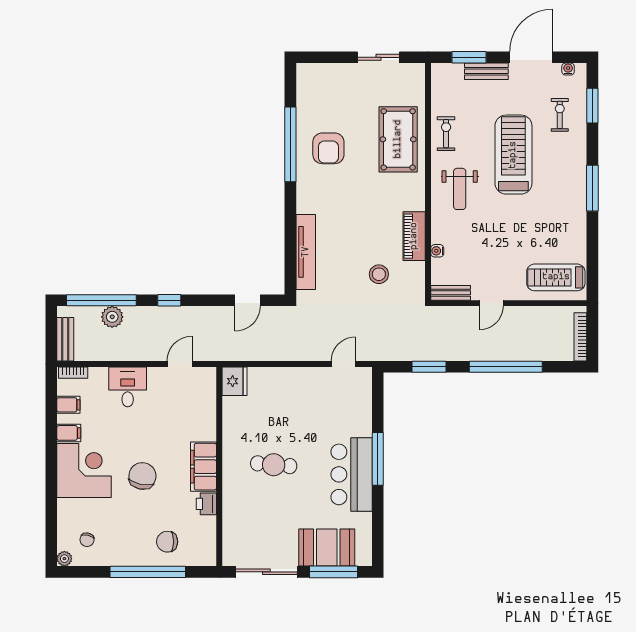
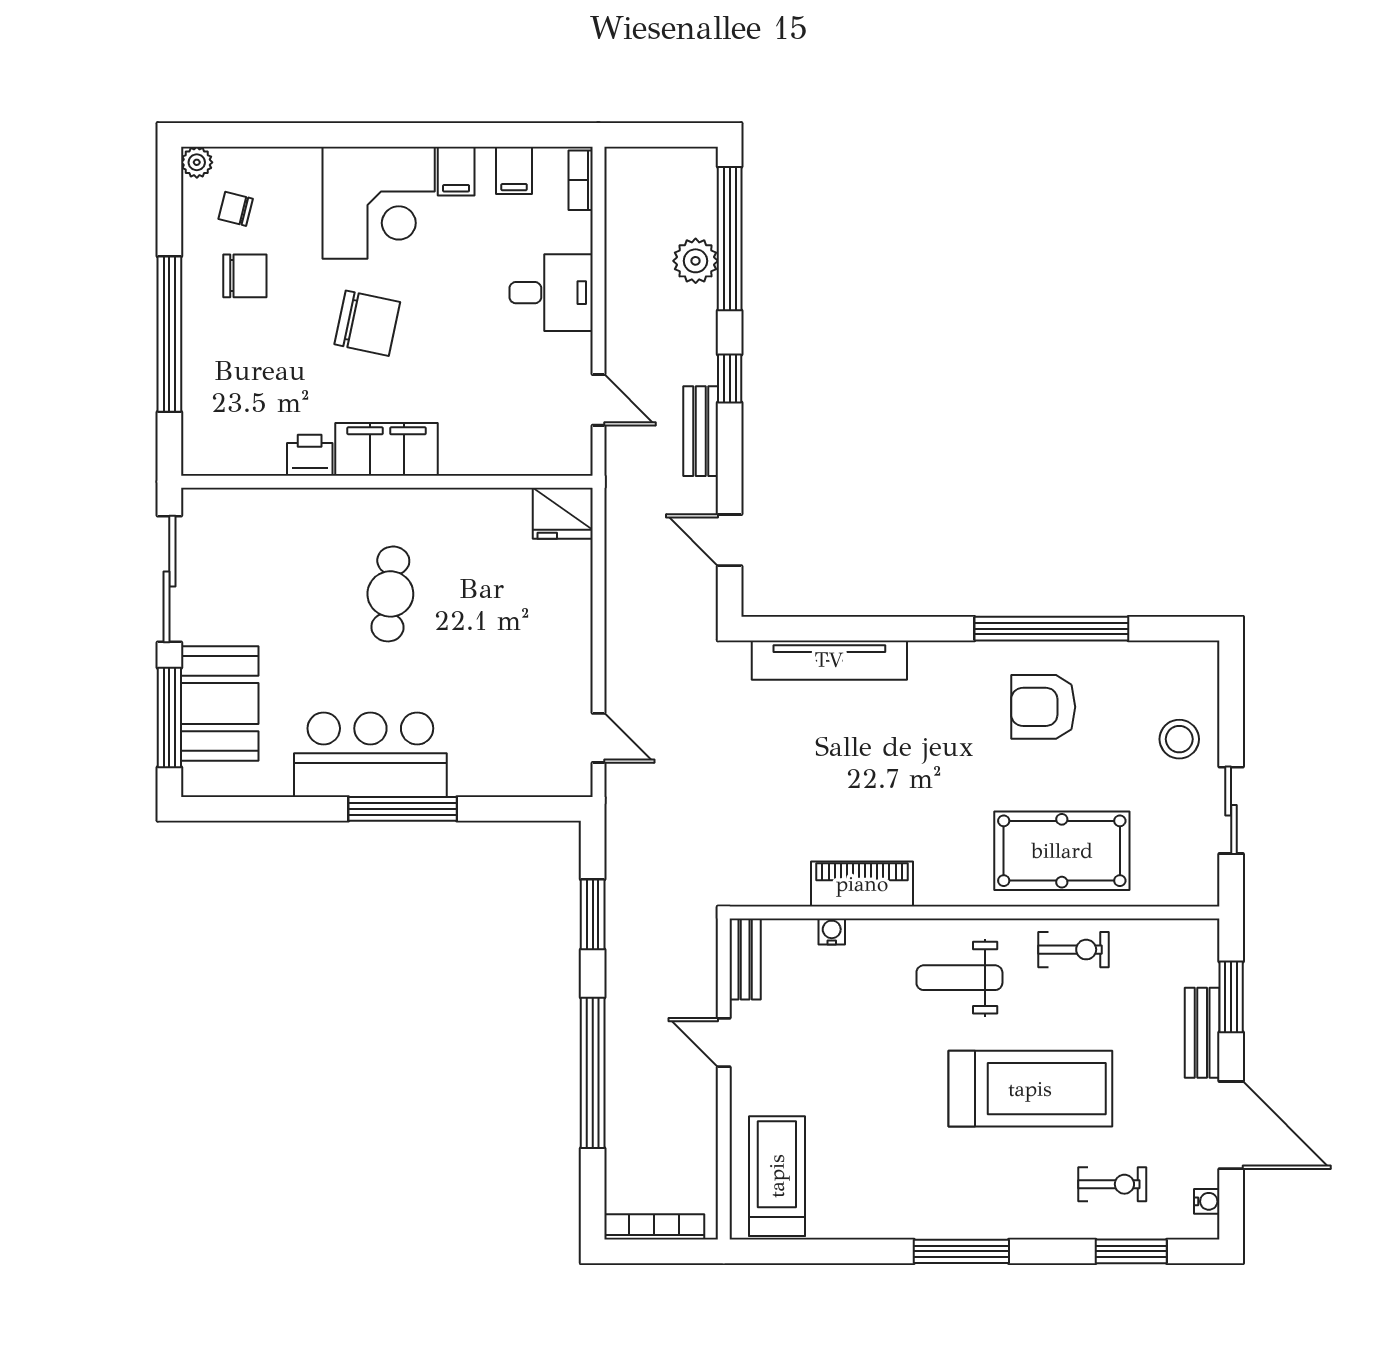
stool: (379, 274) -> (1179, 739), moved
bench: (65, 339) -> (701, 431), moved, turned 90
chair: (167, 542) -> (245, 276), moved, turned 90

